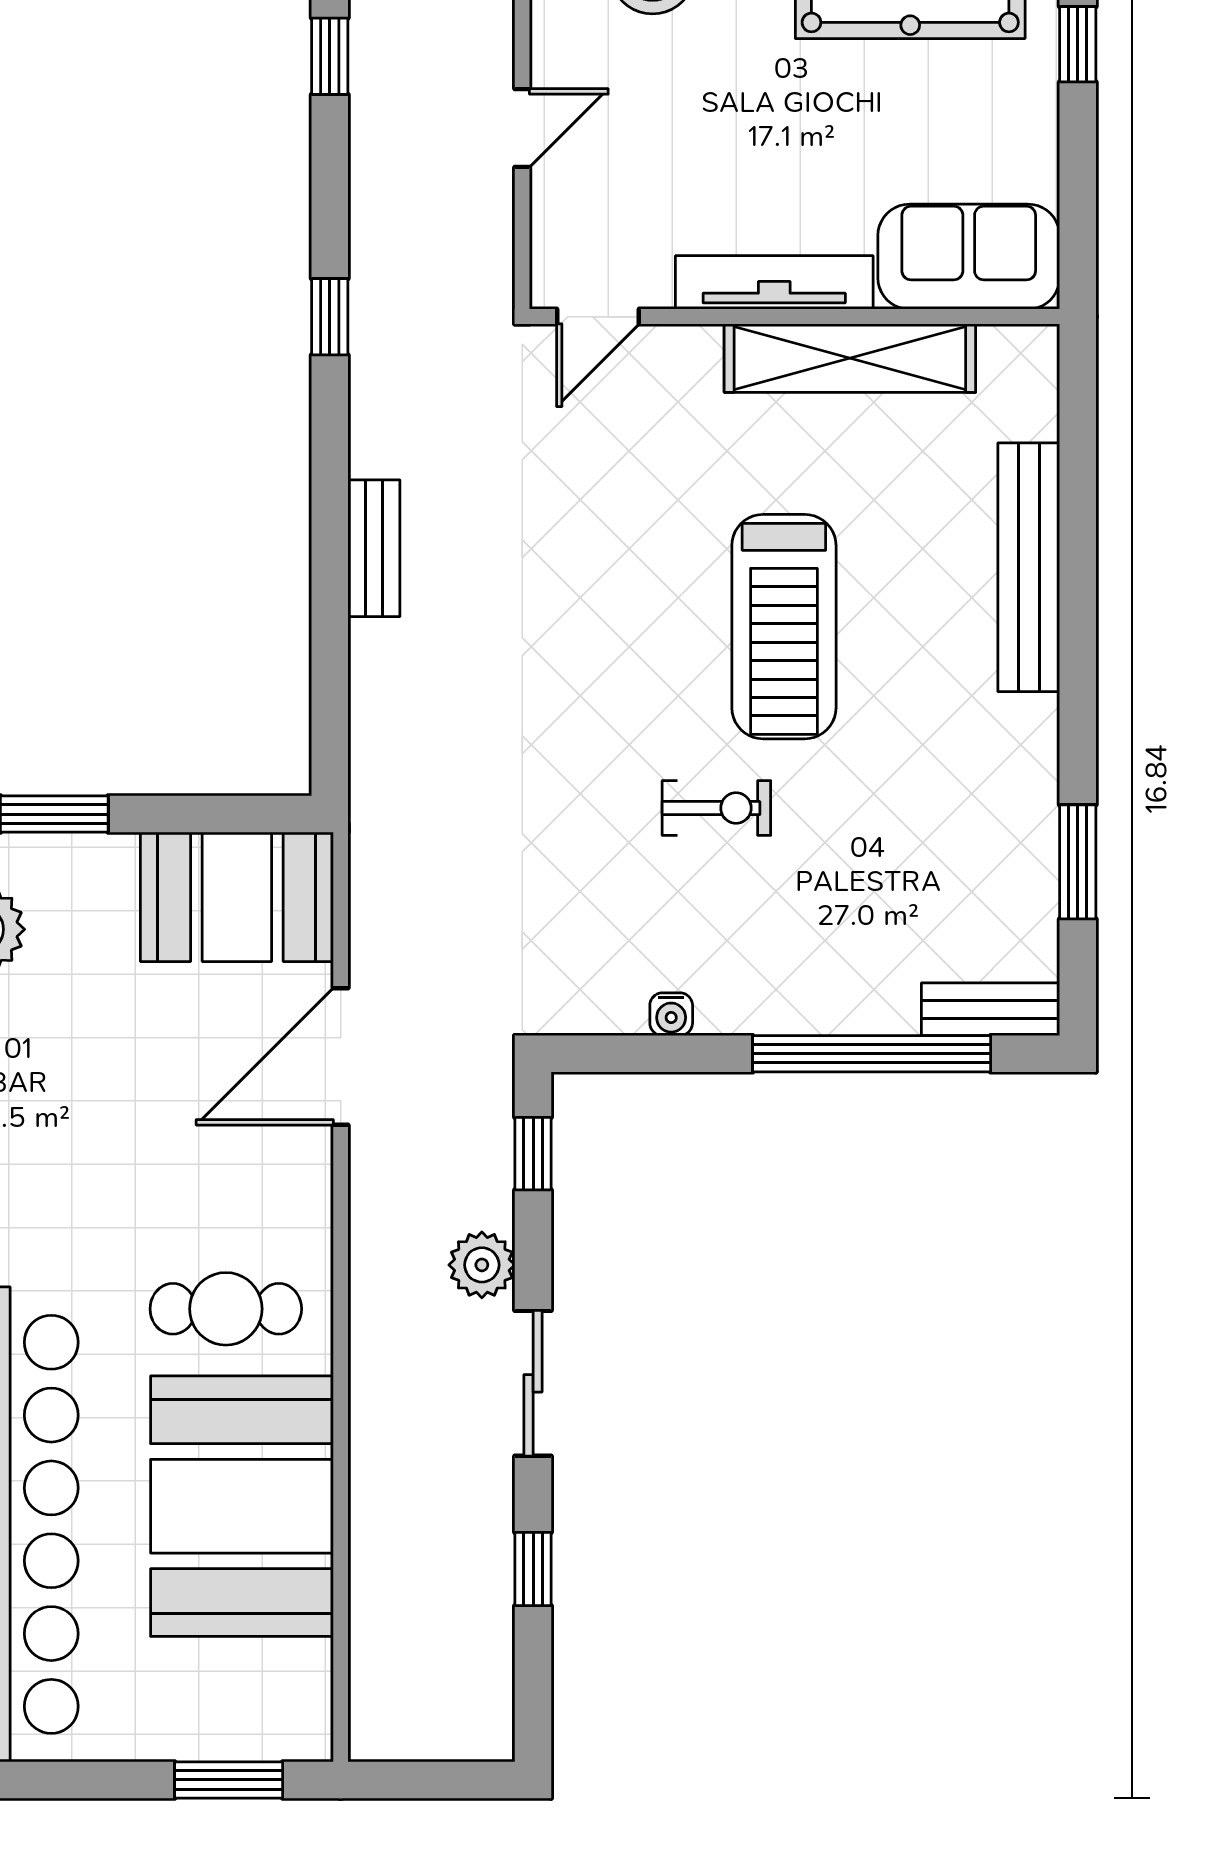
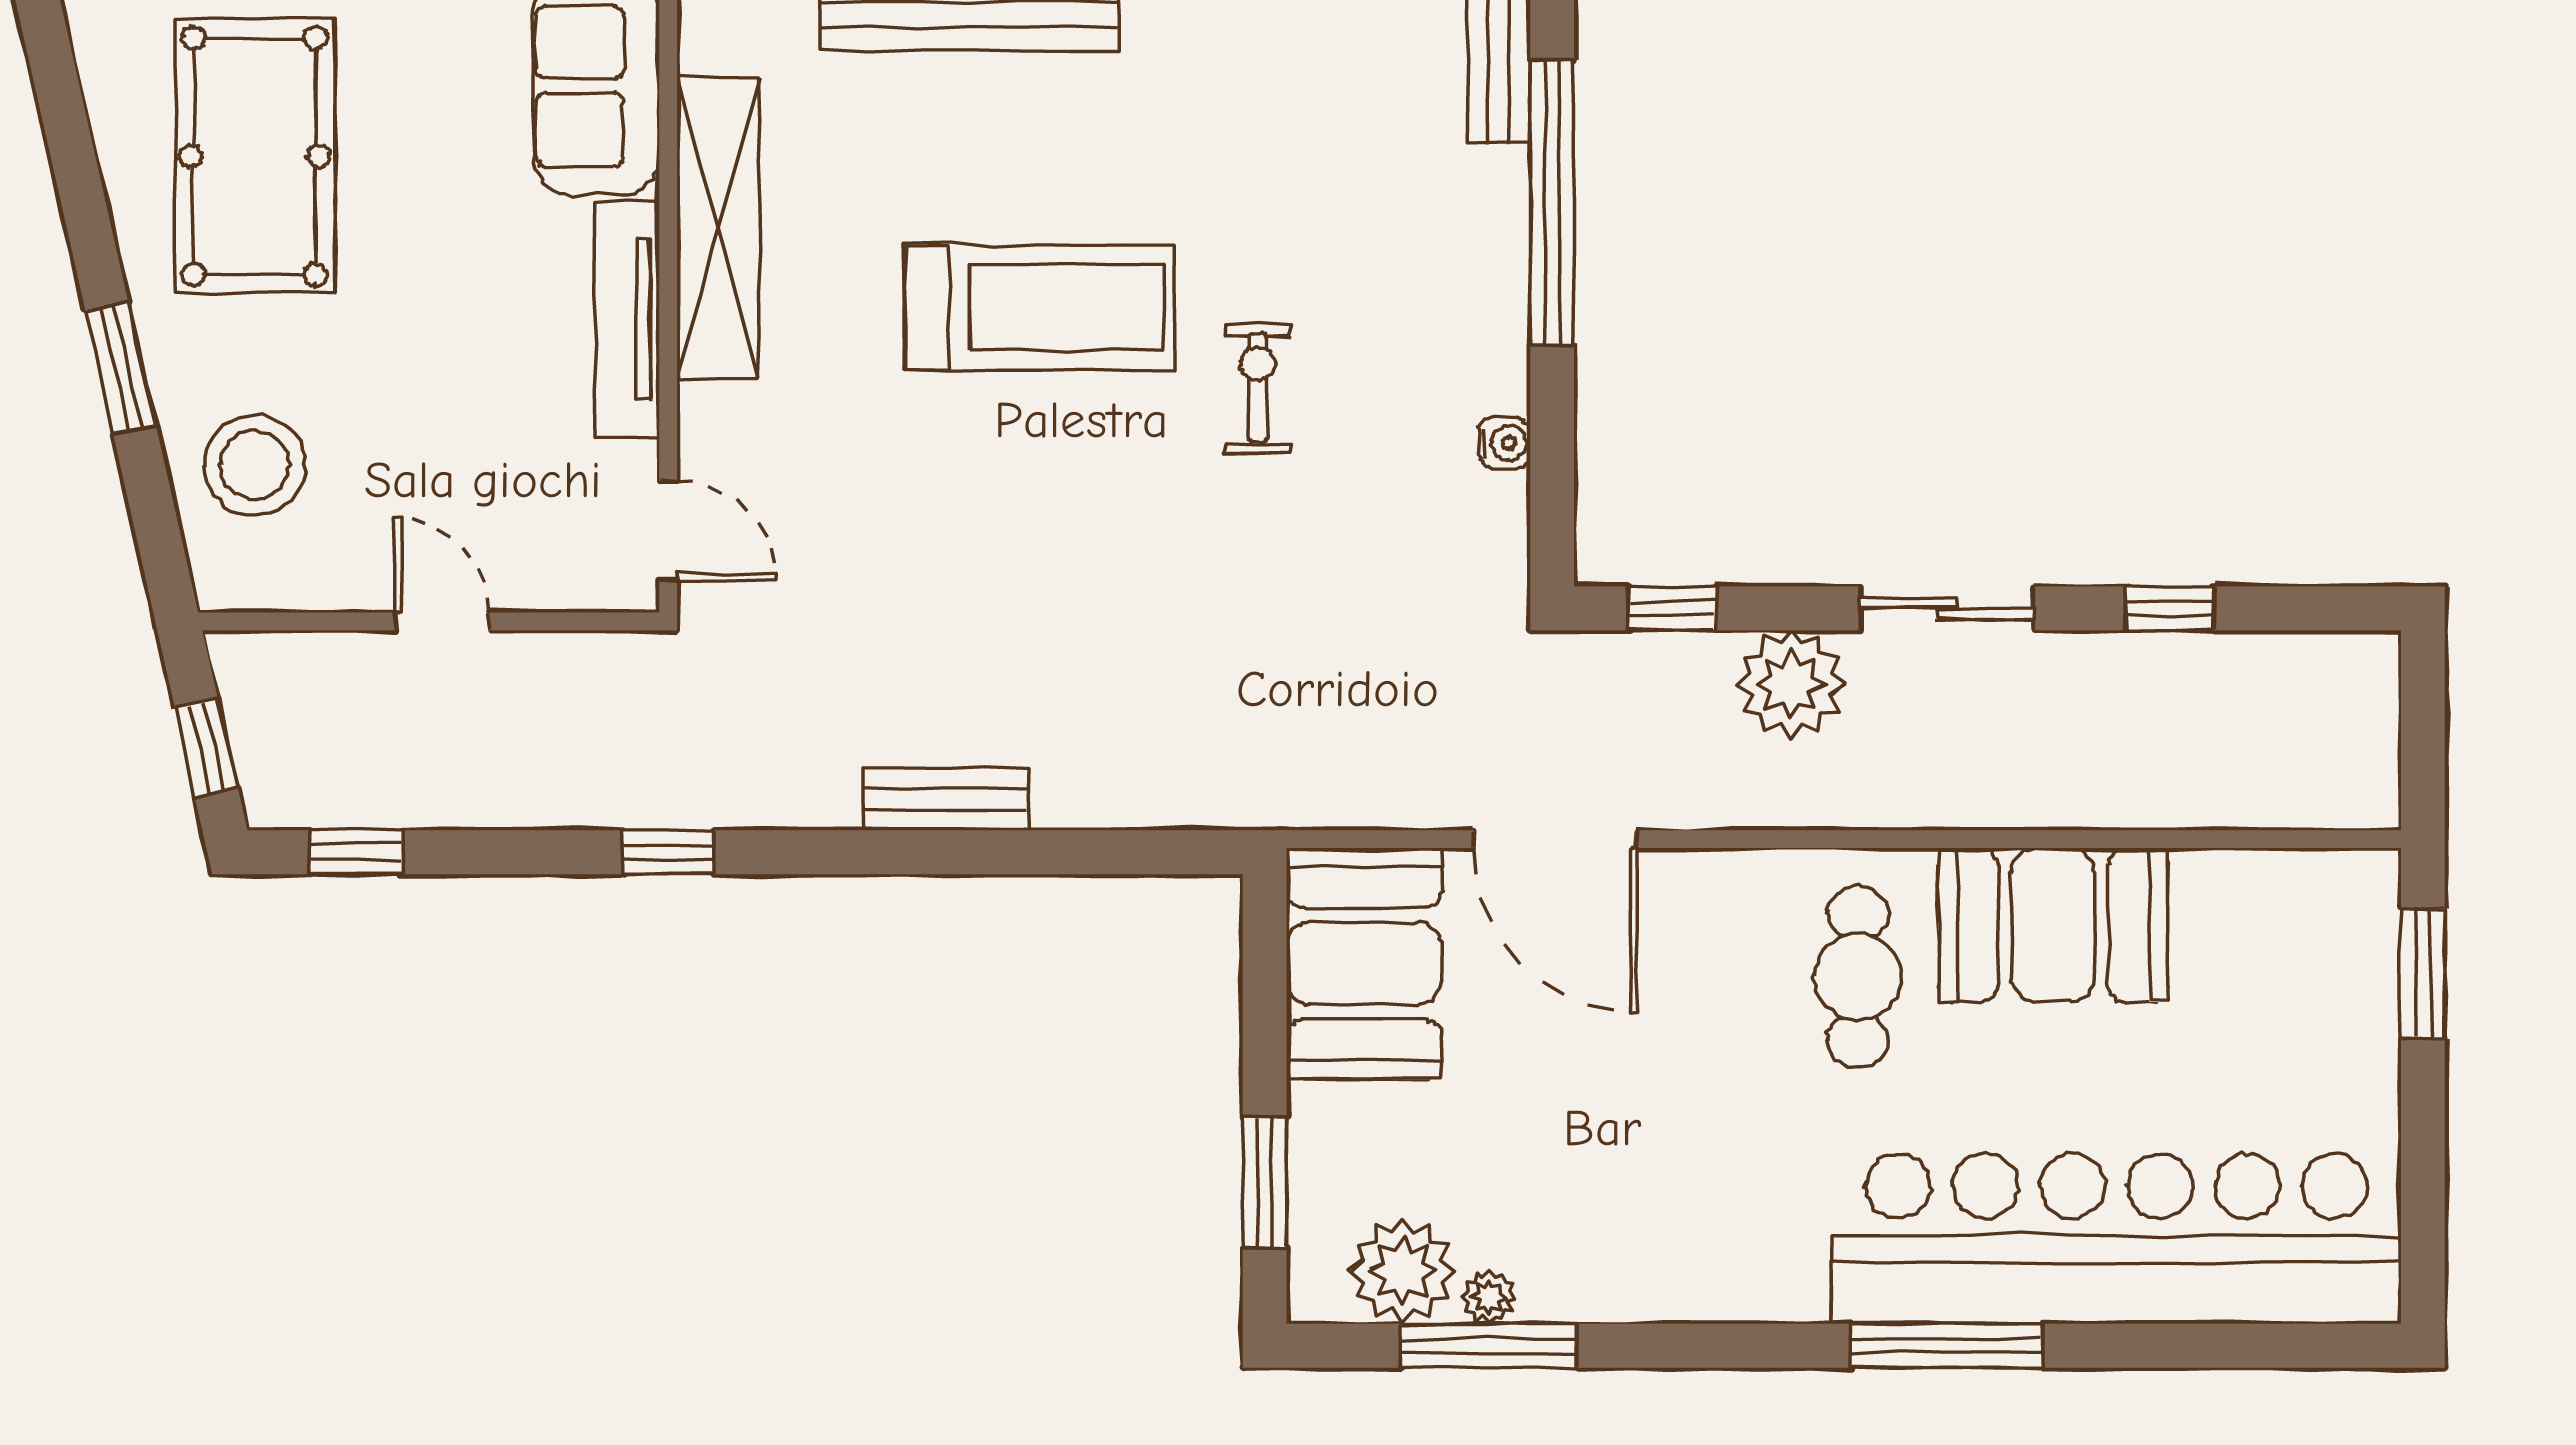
plant: (482, 1265) -> (1791, 684), width x1.36, depth x1.36
booth: (242, 1506) -> (2053, 925), width x0.73, depth x0.70

